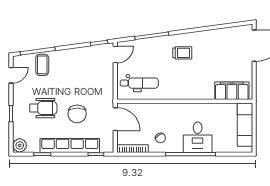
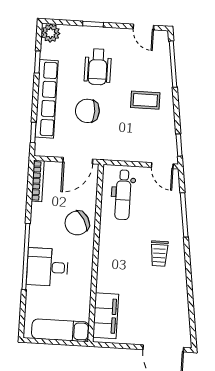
coffee table: (42, 65) -> (145, 100), moved
chair: (160, 138) -> (77, 223), moved, width x1.87, depth x1.87

